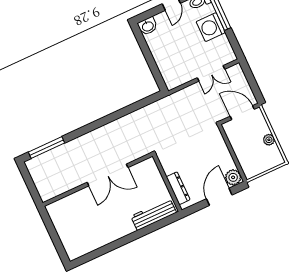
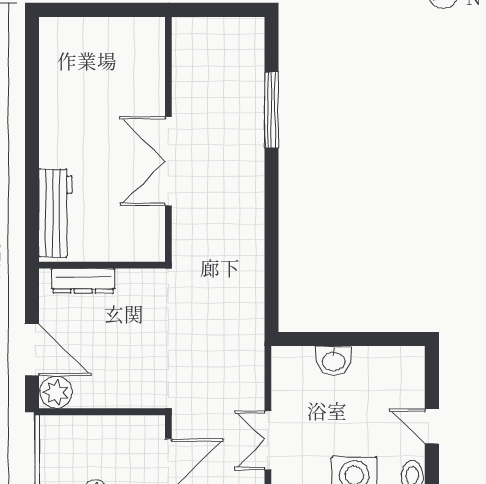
washbasin: (148, 26) -> (334, 361), moved, turned -90
window: (46, 148) -> (271, 110), moved

